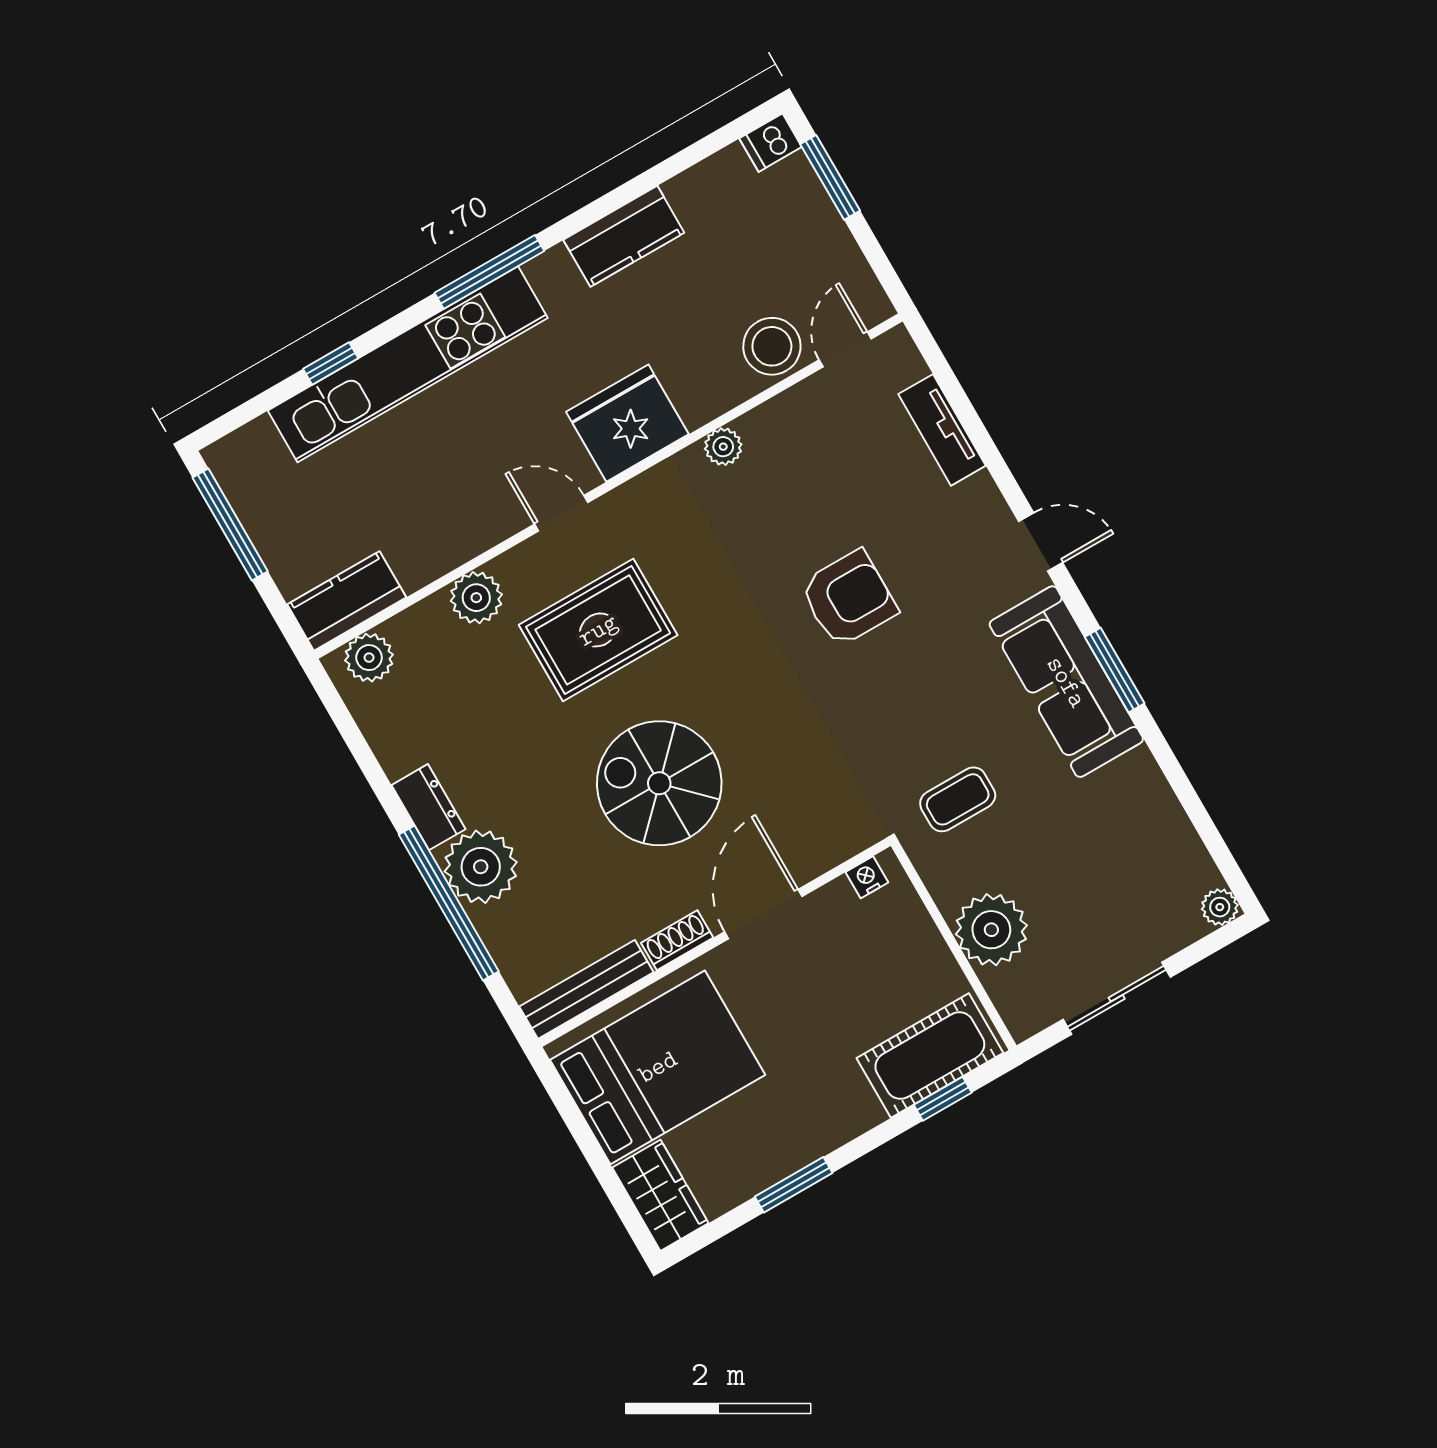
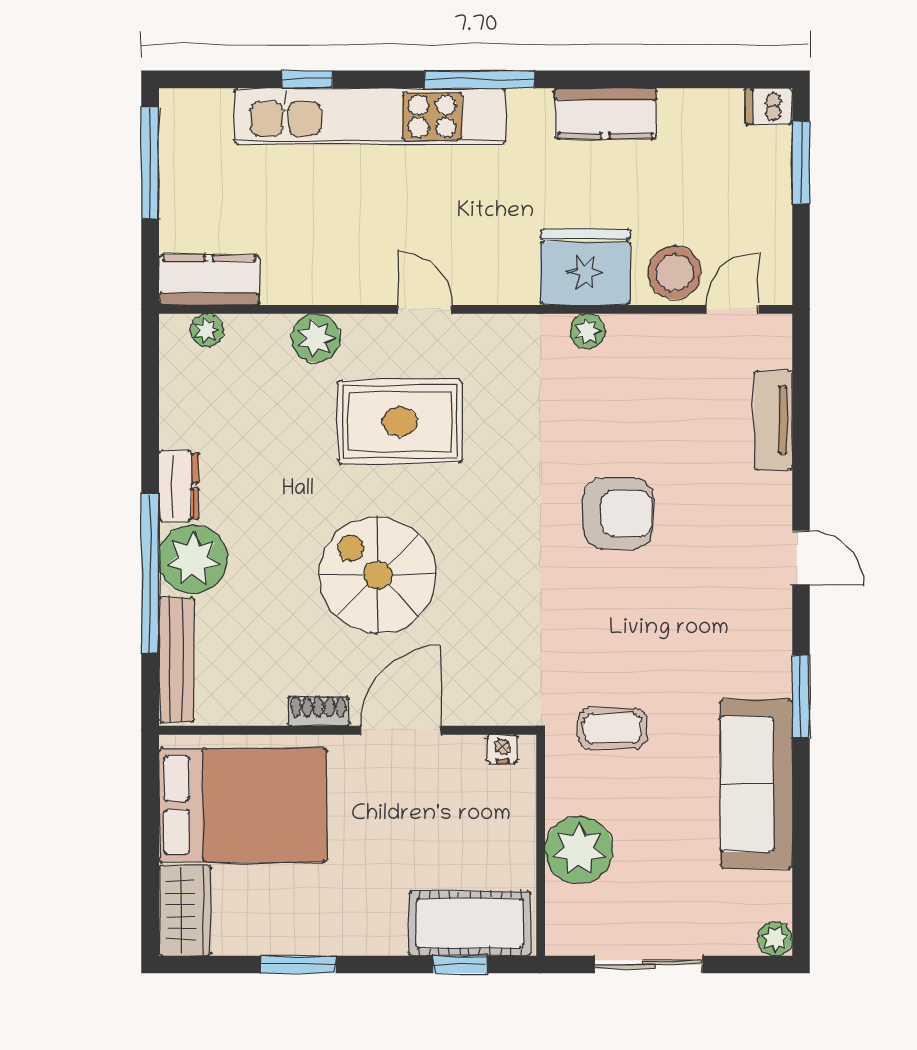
fridge: (627, 423) -> (585, 267), moved
plant: (369, 658) -> (207, 330), width x0.73, depth x0.73
sofa: (1066, 682) -> (756, 784), moved
bench: (586, 989) -> (176, 660), moved, turned 90

